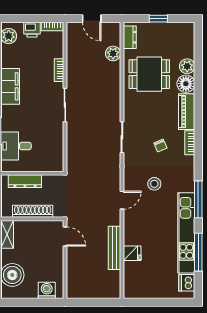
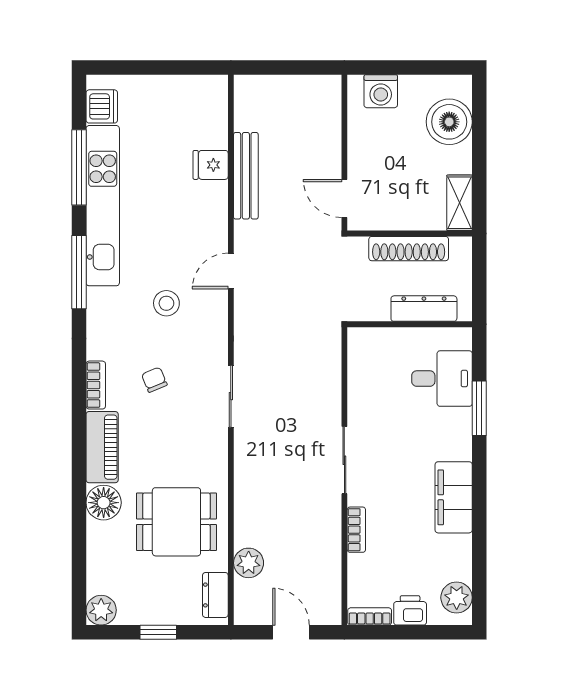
plant: (187, 66) -> (101, 610), moved

